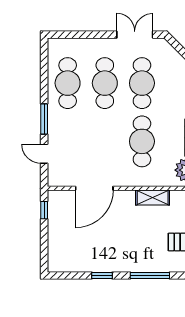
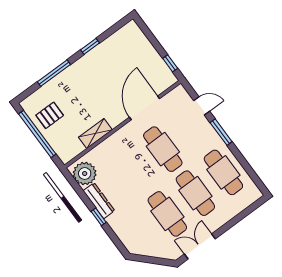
double door: (135, 35) -> (200, 246), swing flipped
cafe table: (142, 141) -> (163, 149), moved

